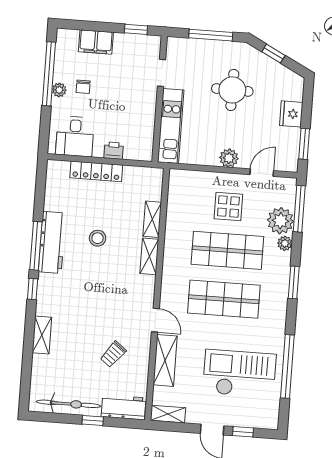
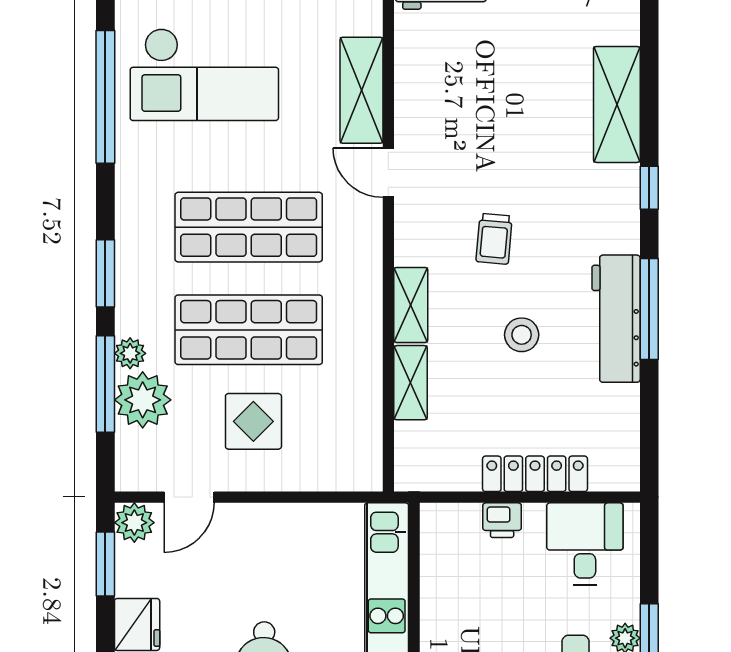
plant: (229, 158) -> (134, 523), moved
window: (299, 209) -> (105, 384), moved
window: (33, 289) -> (649, 188), moved
shelving: (42, 335) -> (617, 104), width x1.50, depth x1.33
trolley: (113, 354) -> (494, 239), moved, turned 147

